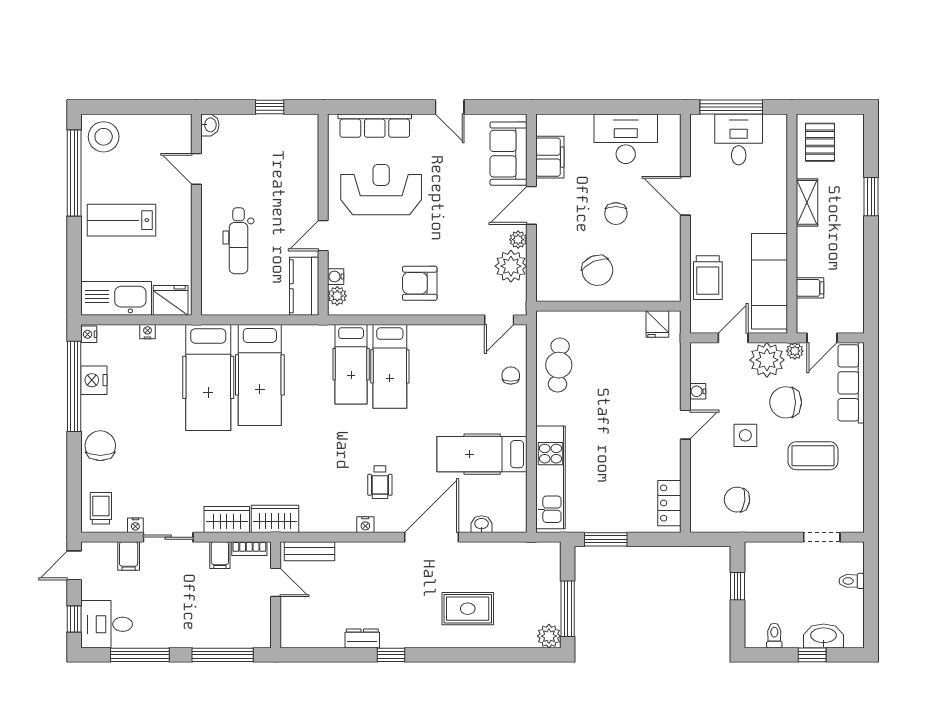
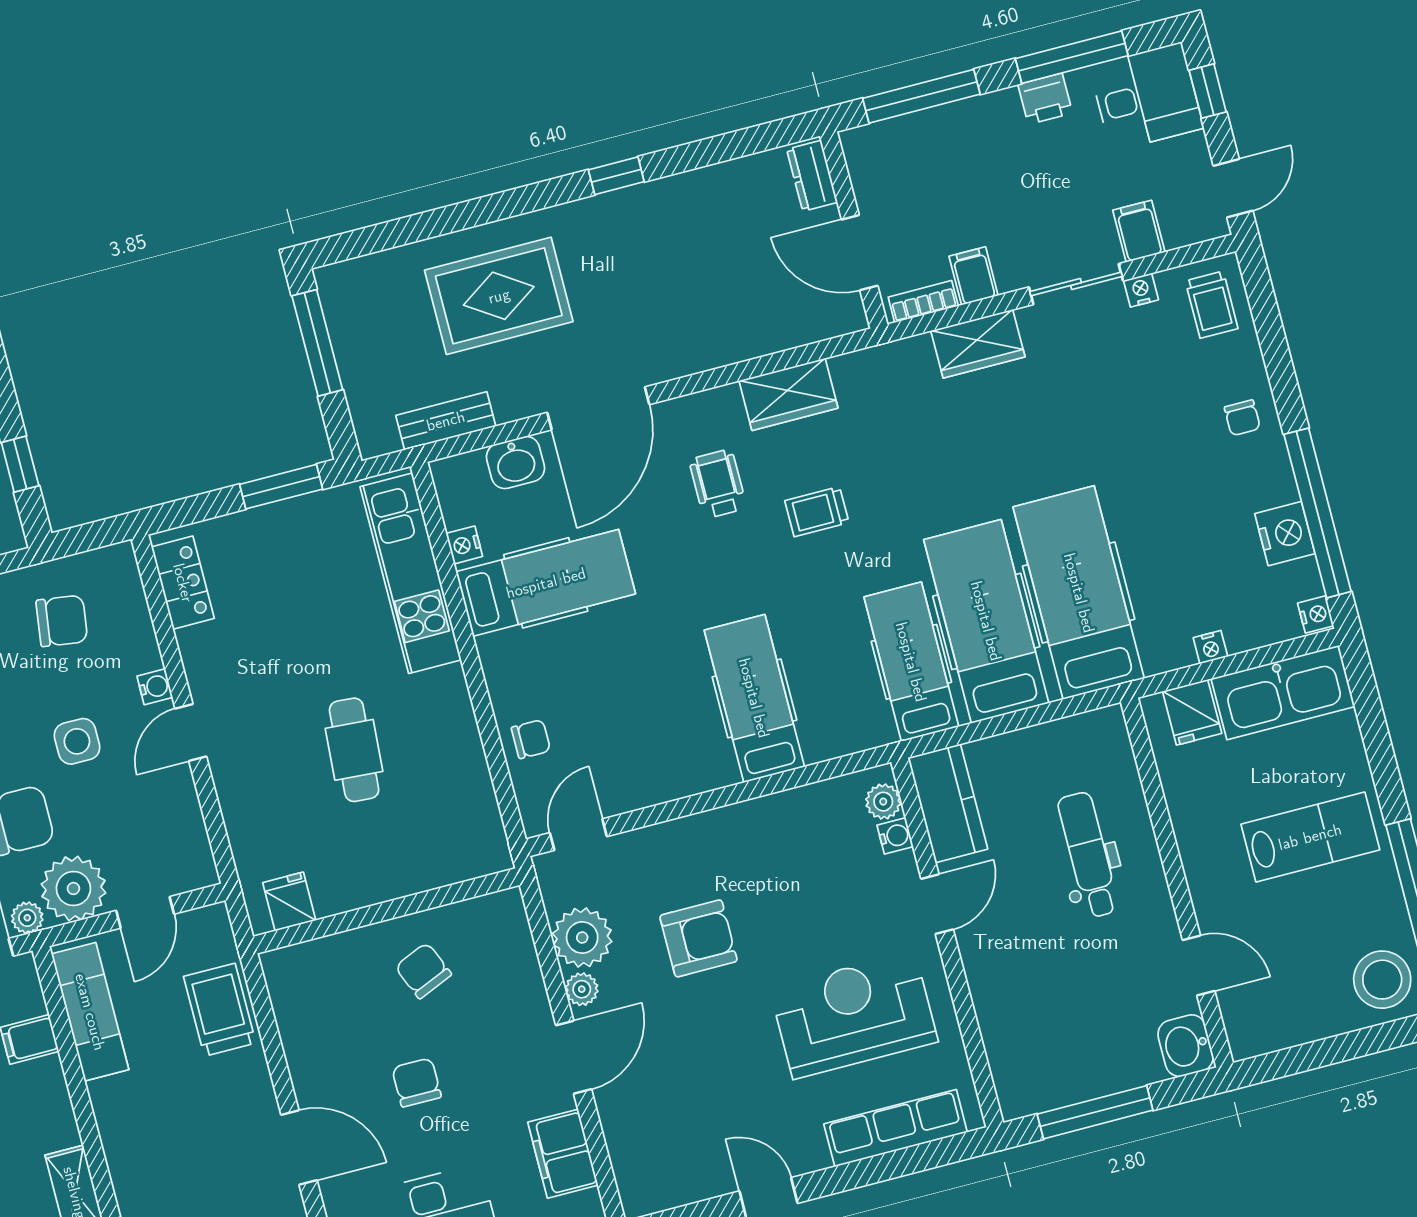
window: (270, 107) -> (1095, 1112), width x2.17
washbasin: (210, 125) -> (1186, 1046), width x1.38, depth x1.45
sofa: (509, 154) -> (640, 1140), removed
reception desk: (381, 190) -> (854, 1015), turned 180
chair: (597, 270) -> (423, 971), width x0.73, depth x0.73
exam couch: (769, 281) -> (90, 1012), width x0.73, depth x0.69
armchair: (420, 283) -> (699, 938), moved
fridge: (171, 300) -> (1192, 712), width x0.72
hospital bed: (351, 364) -> (911, 662), moved
cafe table: (559, 365) -> (354, 750), moved
chair: (511, 376) -> (531, 739), turned -90
water cooler: (698, 391) -> (155, 687), moved
chair: (100, 446) -> (1242, 418), width x0.54, depth x0.54
trolley: (333, 454) -> (817, 512), added
wardrobe: (275, 519) -> (788, 394), moved
washbasin: (481, 524) -> (516, 463), width x1.38, depth x1.45
nightstand: (365, 525) -> (464, 545), moved, turned -90
bench: (309, 551) -> (446, 421), moved
door: (276, 582) -> (860, 253), width x1.38
rug: (468, 609) -> (499, 296), width x1.36, depth x1.43
plant: (549, 636) -> (338, 284), removed
printer: (159, 637) -> (1045, 99), added
dresser: (362, 638) -> (812, 176), moved, turned 90

